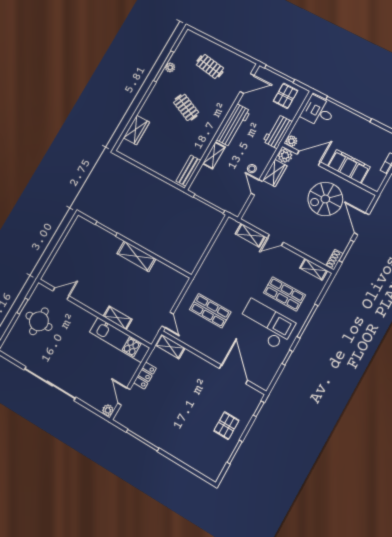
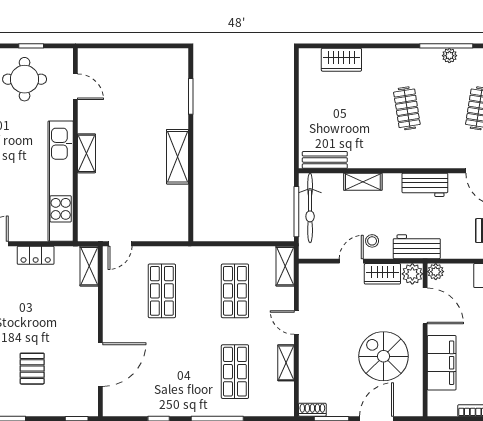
clothes rail: (186, 107) -> (407, 108), turned -33
workbench: (234, 125) -> (425, 185), width x0.73
workbench: (278, 131) -> (417, 247), moved
bicycle: (211, 195) -> (310, 208), added
shelving: (250, 235) -> (285, 266), moved
shop shelf: (235, 266) -> (235, 291), added
shelving: (314, 269) -> (286, 363), moved
shelving: (118, 318) -> (87, 153), moved
checkout: (266, 324) -> (184, 370), removed
kitchen unit: (120, 340) -> (61, 181), width x1.36
pallet: (226, 426) -> (32, 369), moved, turned 90

